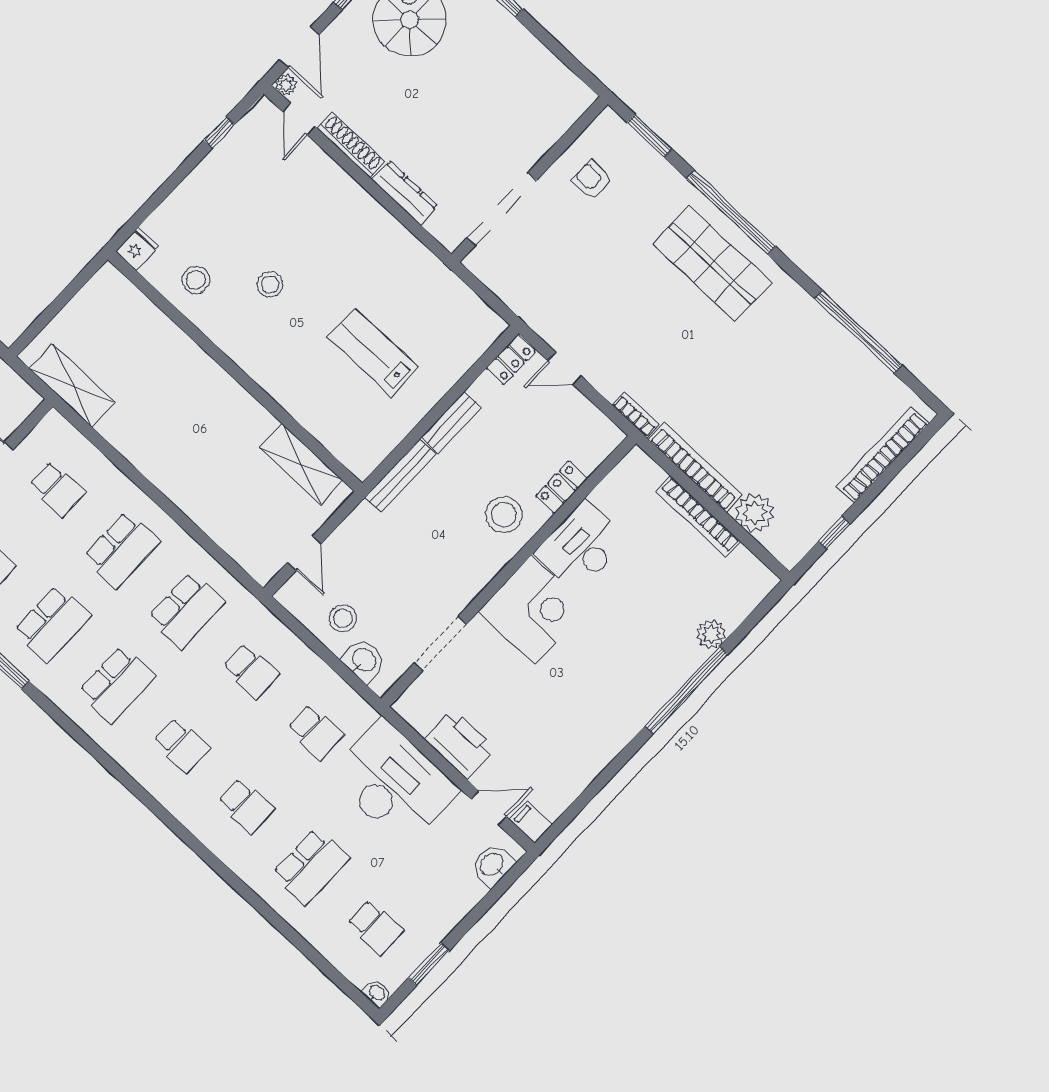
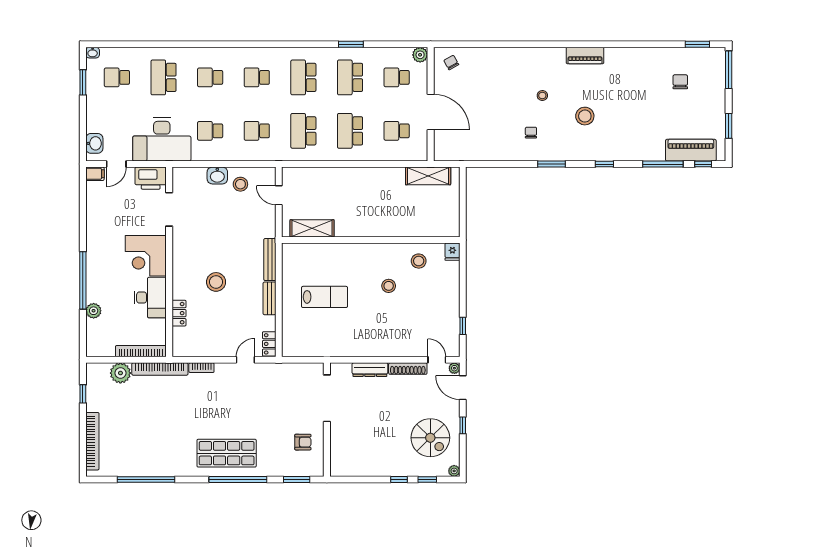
locker: (562, 487) -> (179, 313), moved
desk: (581, 546) -> (150, 298), moved
wall: (509, 571) -> (169, 262), moved
corner desk: (533, 610) -> (146, 256), moved
doorway: (440, 644) -> (169, 209), moved

